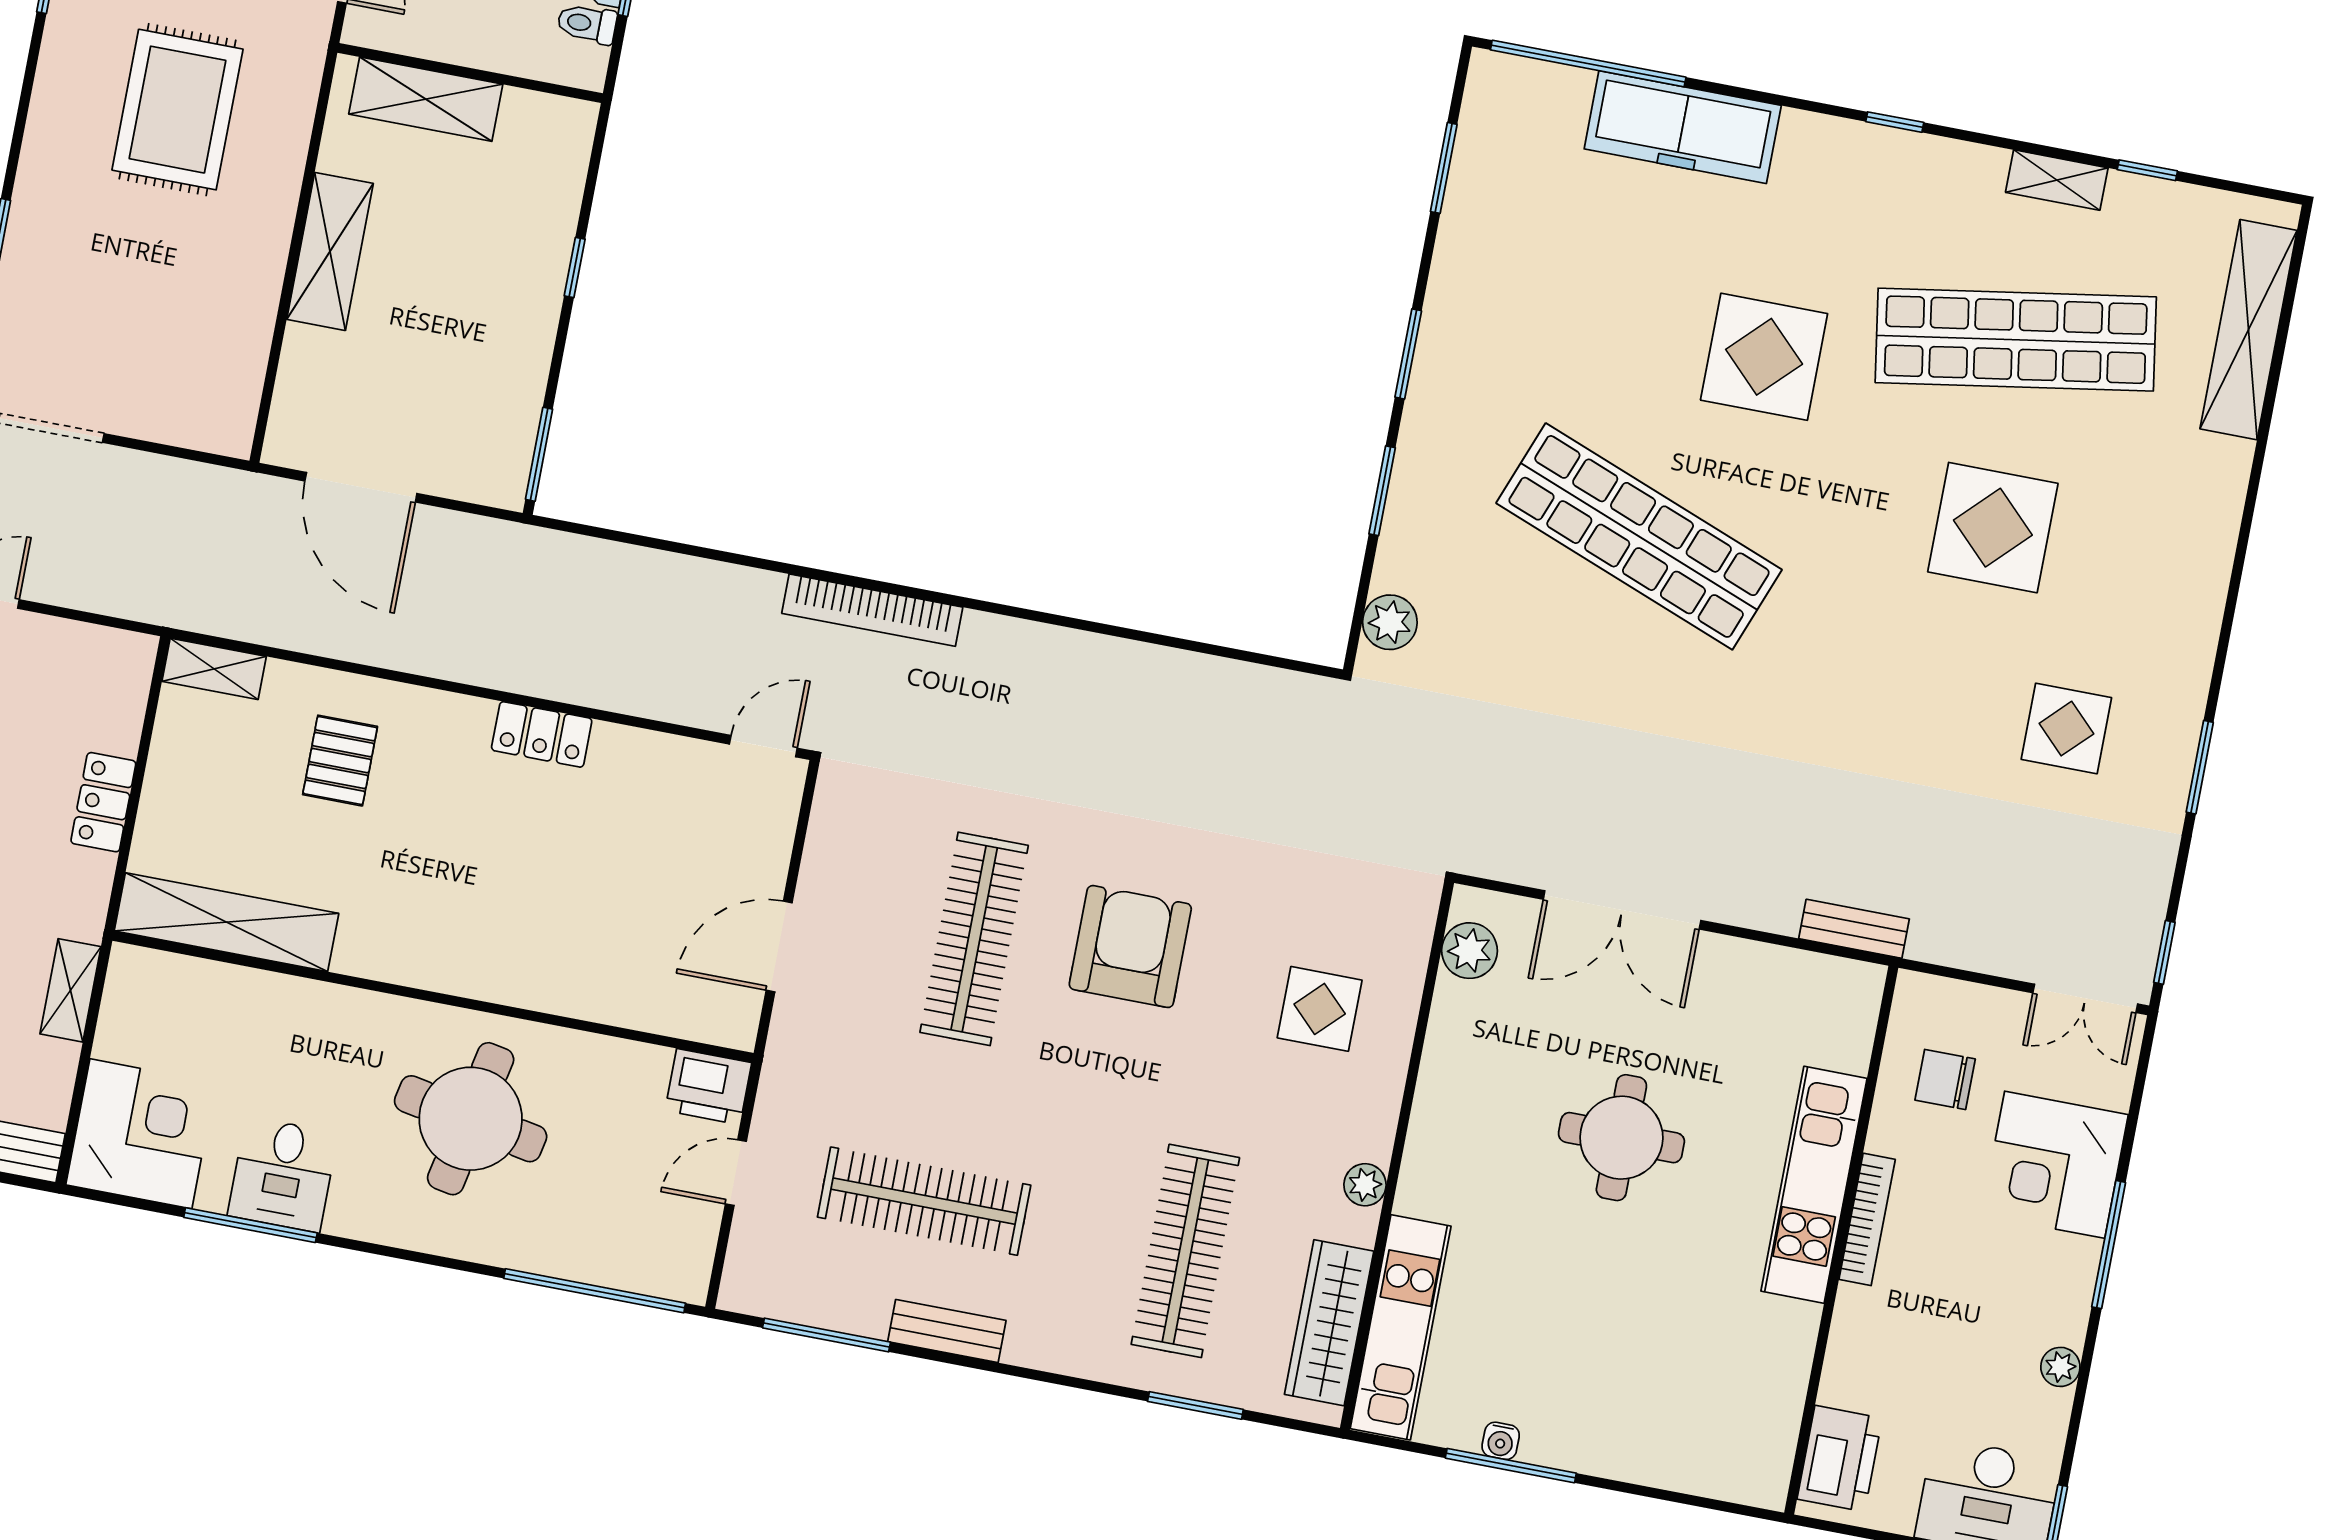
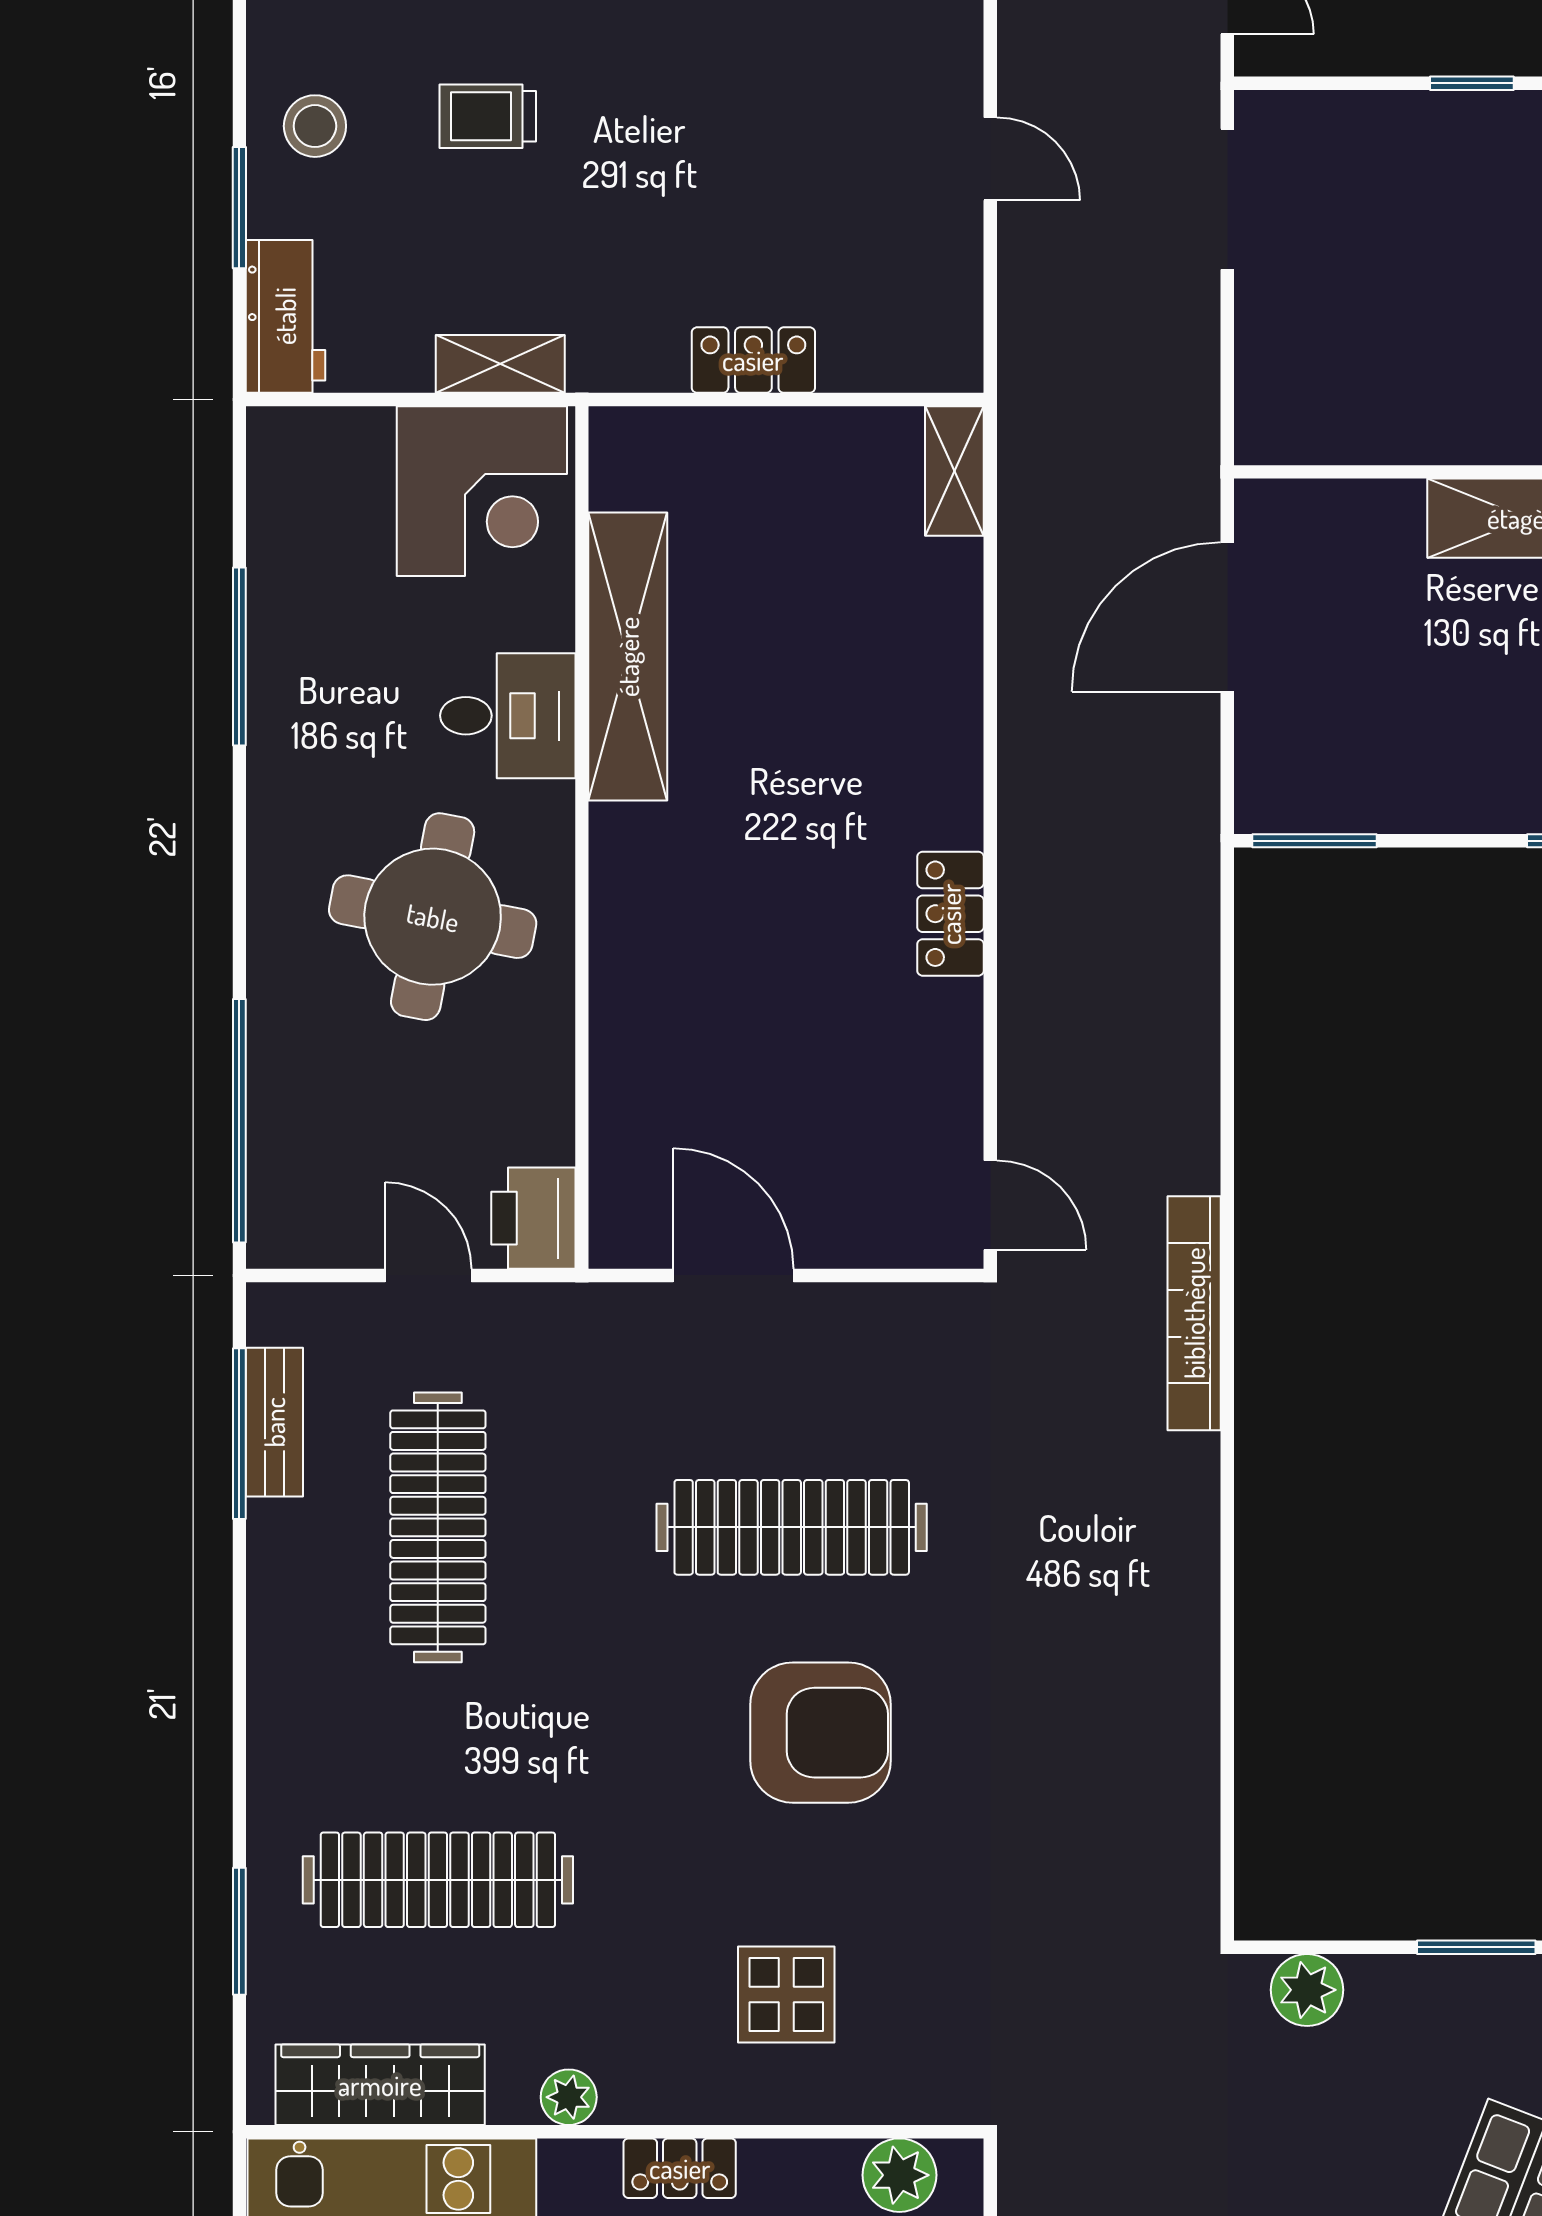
pallet: (340, 761) -> (866, 658), removed
shelving: (227, 922) -> (628, 657), moved
locker: (1433, 1112) -> (680, 2168), added
corner desk: (141, 1134) -> (482, 491), moved
desk: (283, 1174) -> (508, 716), moved, turned 180
bench: (947, 1331) -> (274, 1422), moved

